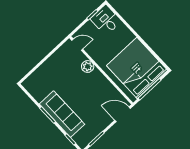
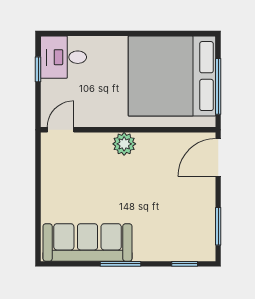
plant: (88, 66) -> (124, 144), moved
sofa: (62, 114) -> (87, 242), moved

